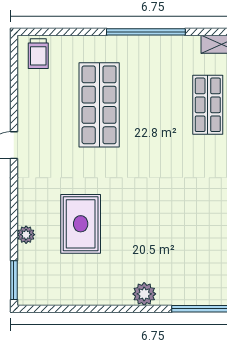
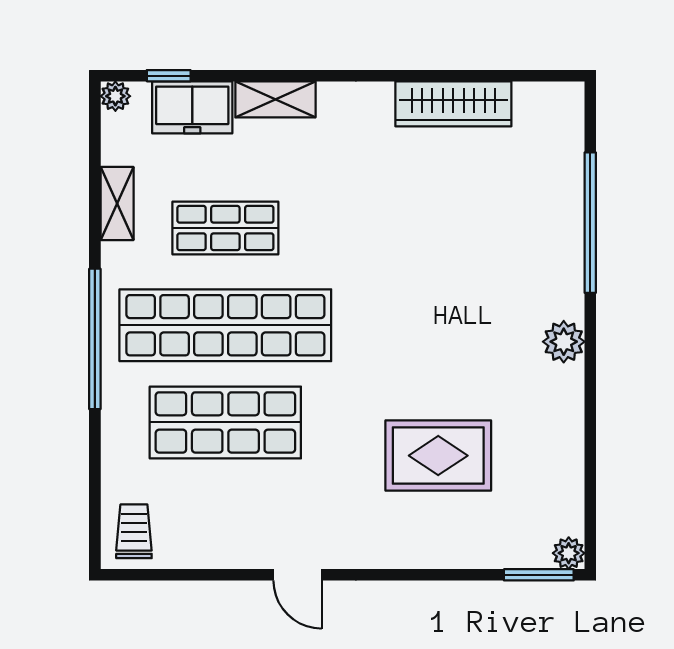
trolley: (38, 54) -> (134, 531), turned -90
shop shelf: (153, 105) -> (225, 325), added
plant: (26, 235) -> (569, 553), moved

